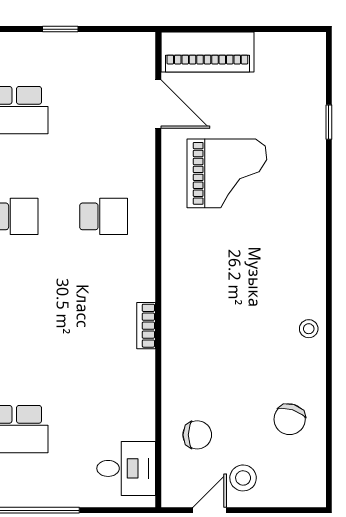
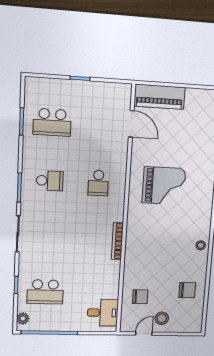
grand piano: (227, 173) -> (164, 186), moved
school desk: (104, 216) -> (98, 183), turned 90
bookcase: (146, 326) -> (117, 241), width x1.56
chair: (290, 419) -> (187, 290), turned -108

